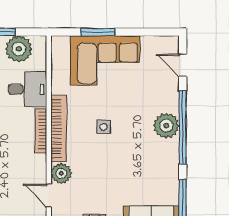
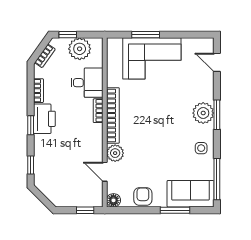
side table: (104, 127) -> (201, 148), moved
window: (183, 128) -> (217, 115), width x0.47
bookcase: (41, 131) -> (98, 111), width x0.64

